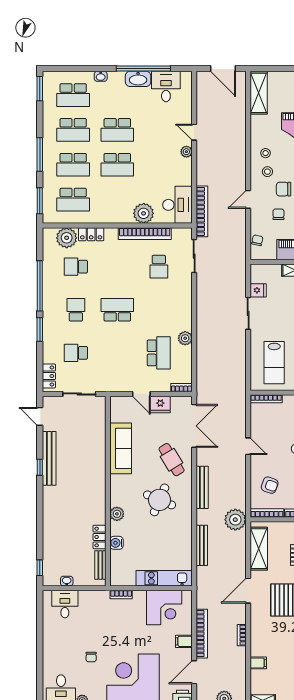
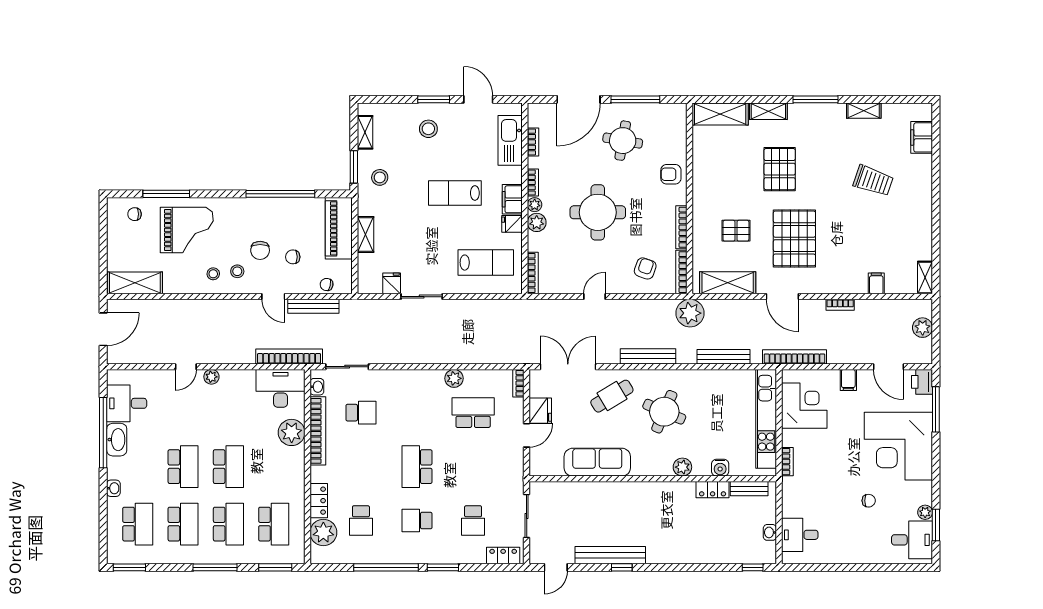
bench: (241, 230) -> (313, 306), added
washbasin: (179, 233) -> (317, 387), added
kitchen unit: (164, 578) -> (766, 419), width x1.36
bookcase: (202, 634) -> (794, 357), moved

